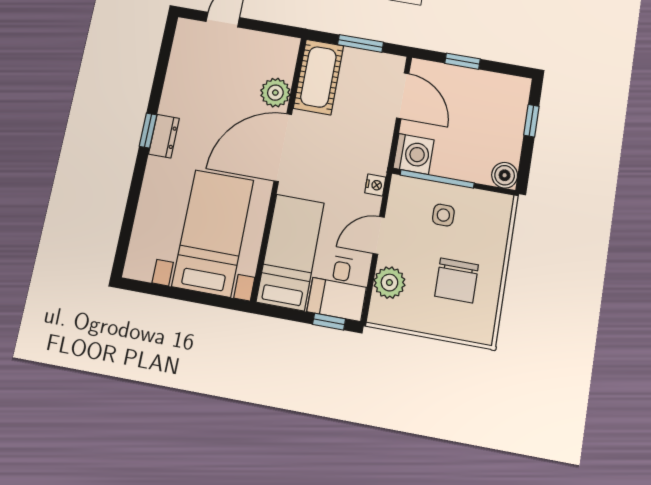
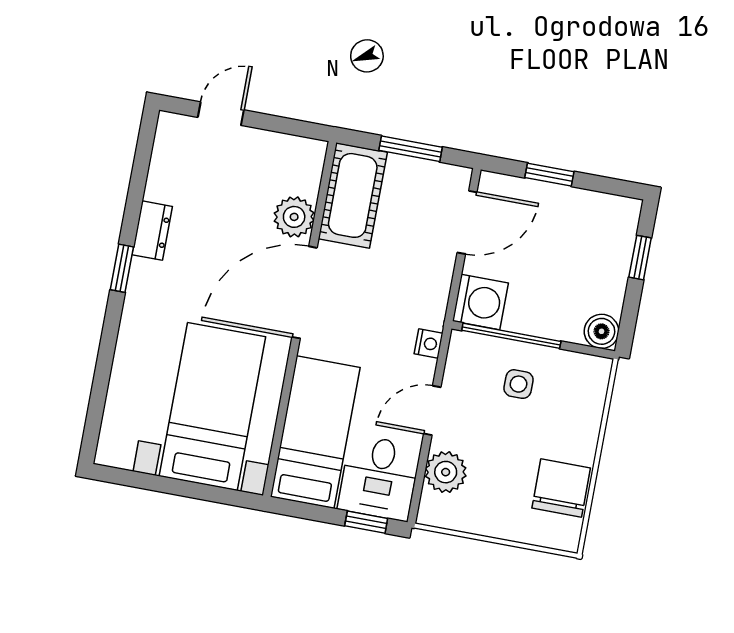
door: (403, 96) -> (467, 222), hinge flipped
dresser: (164, 136) -> (152, 231), moved
chair: (457, 280) -> (561, 488), moved, turned 180

